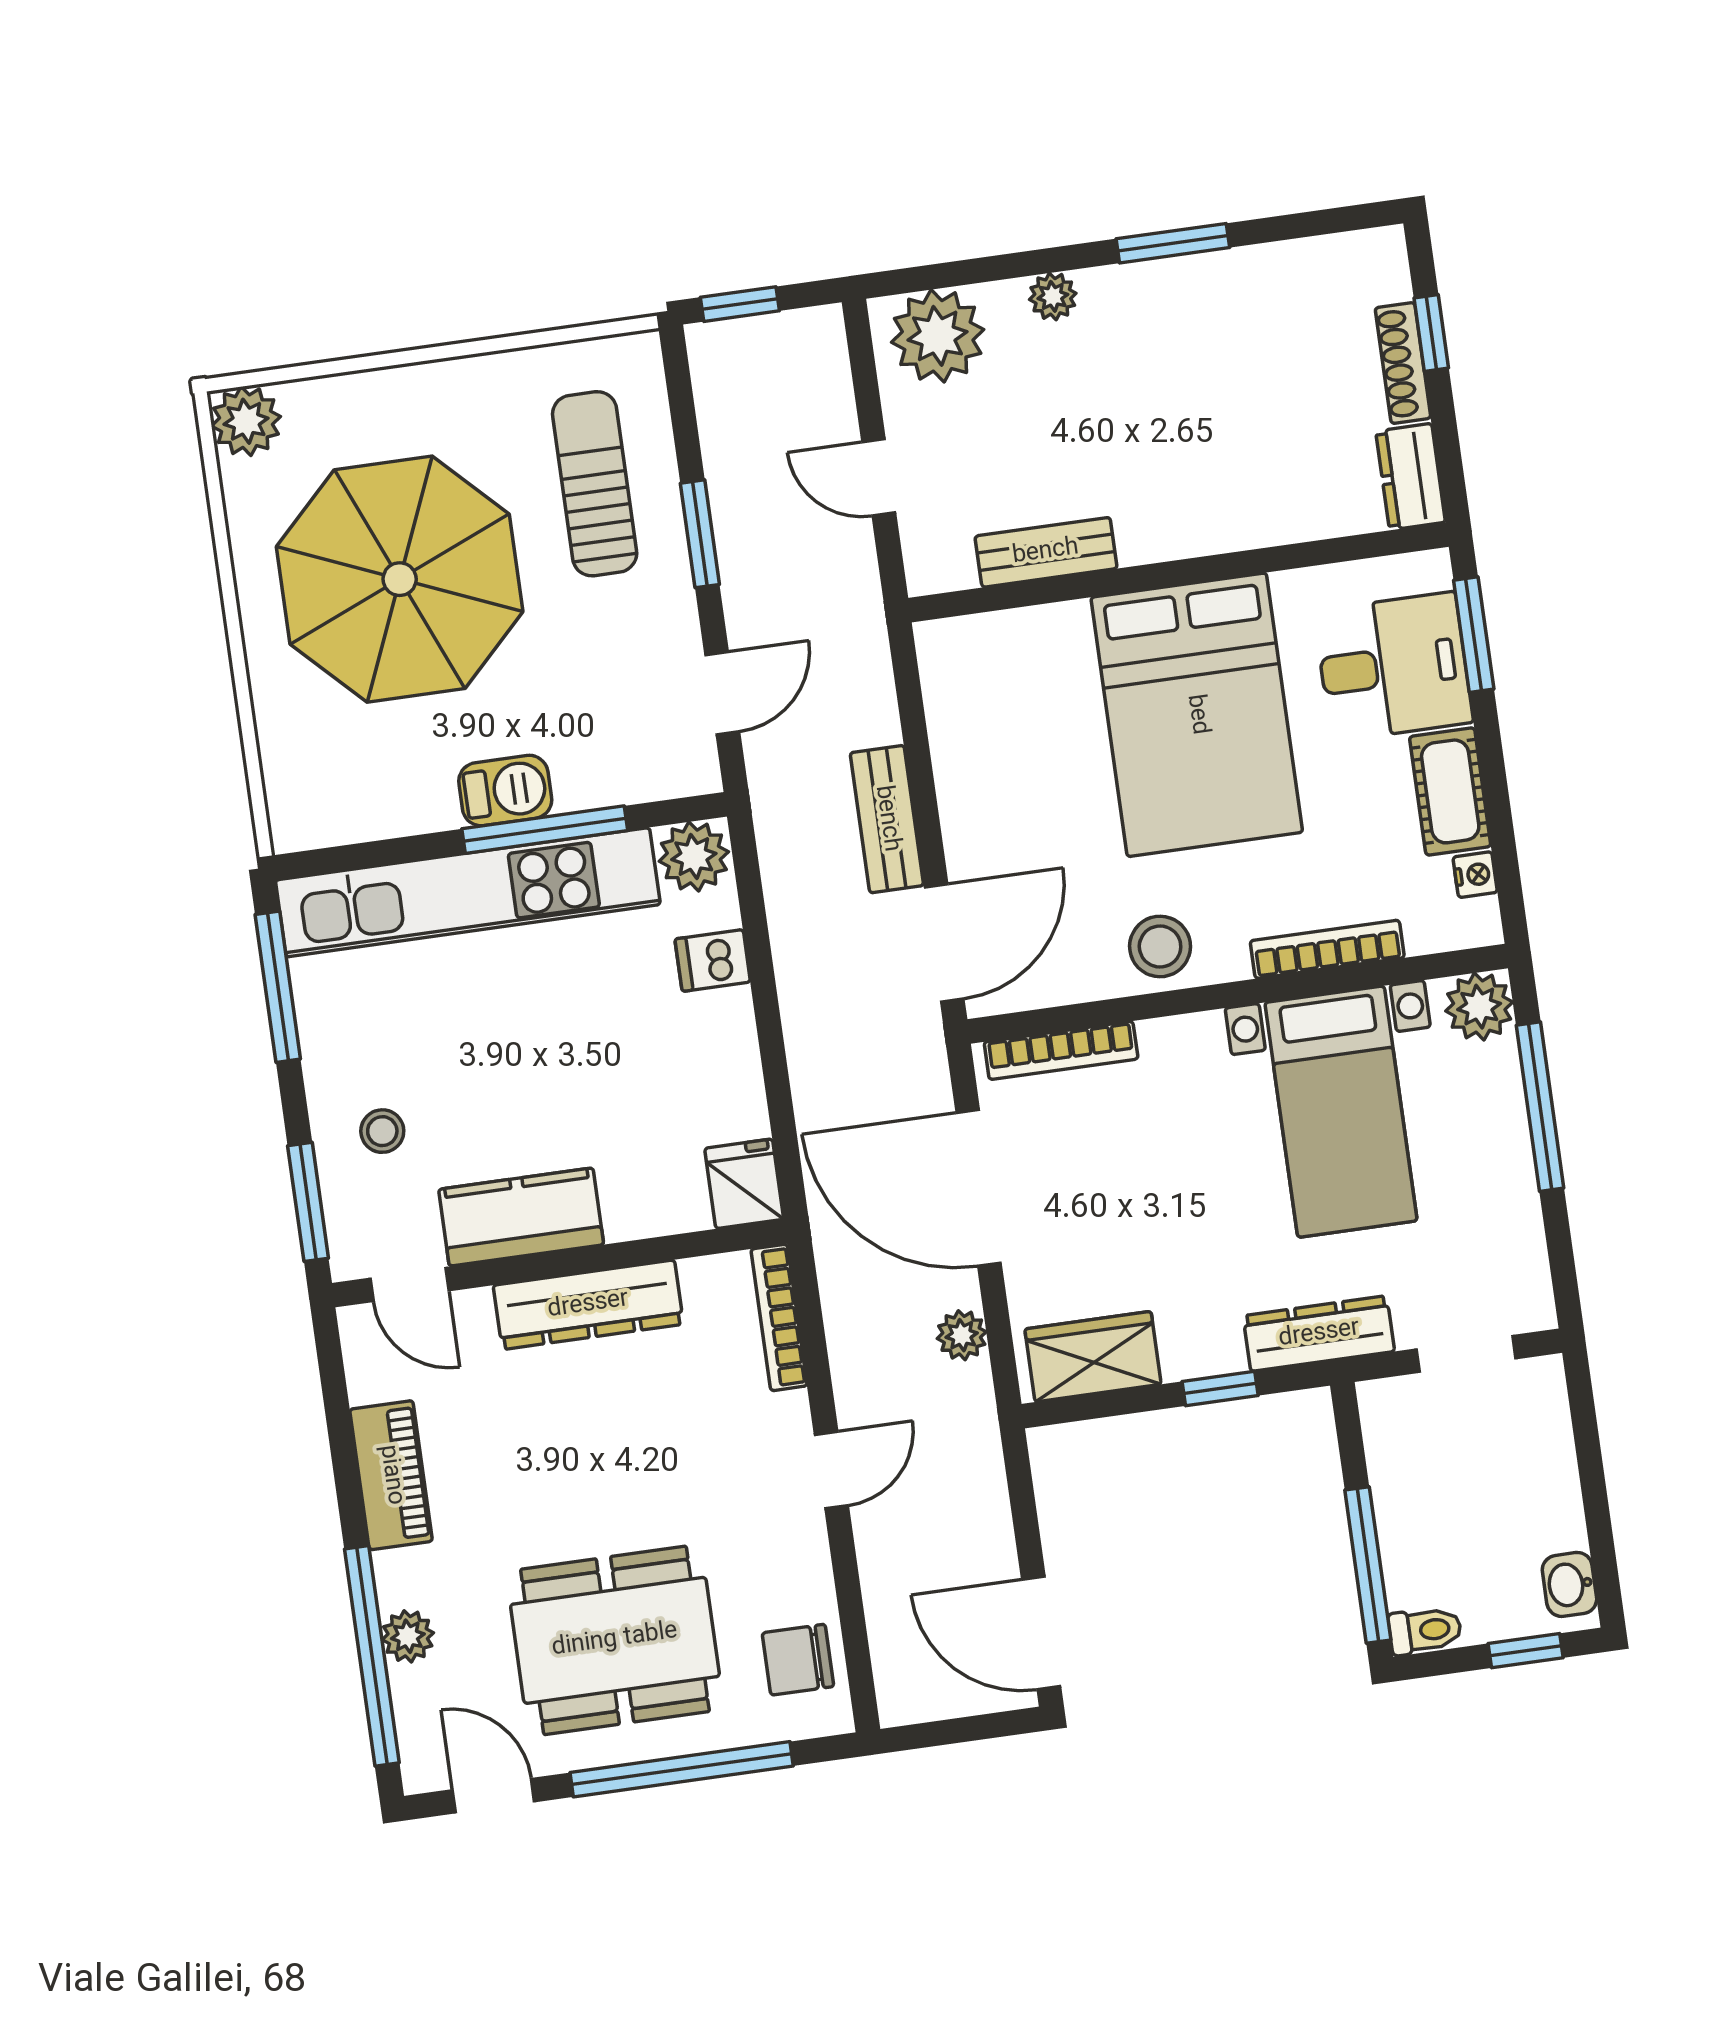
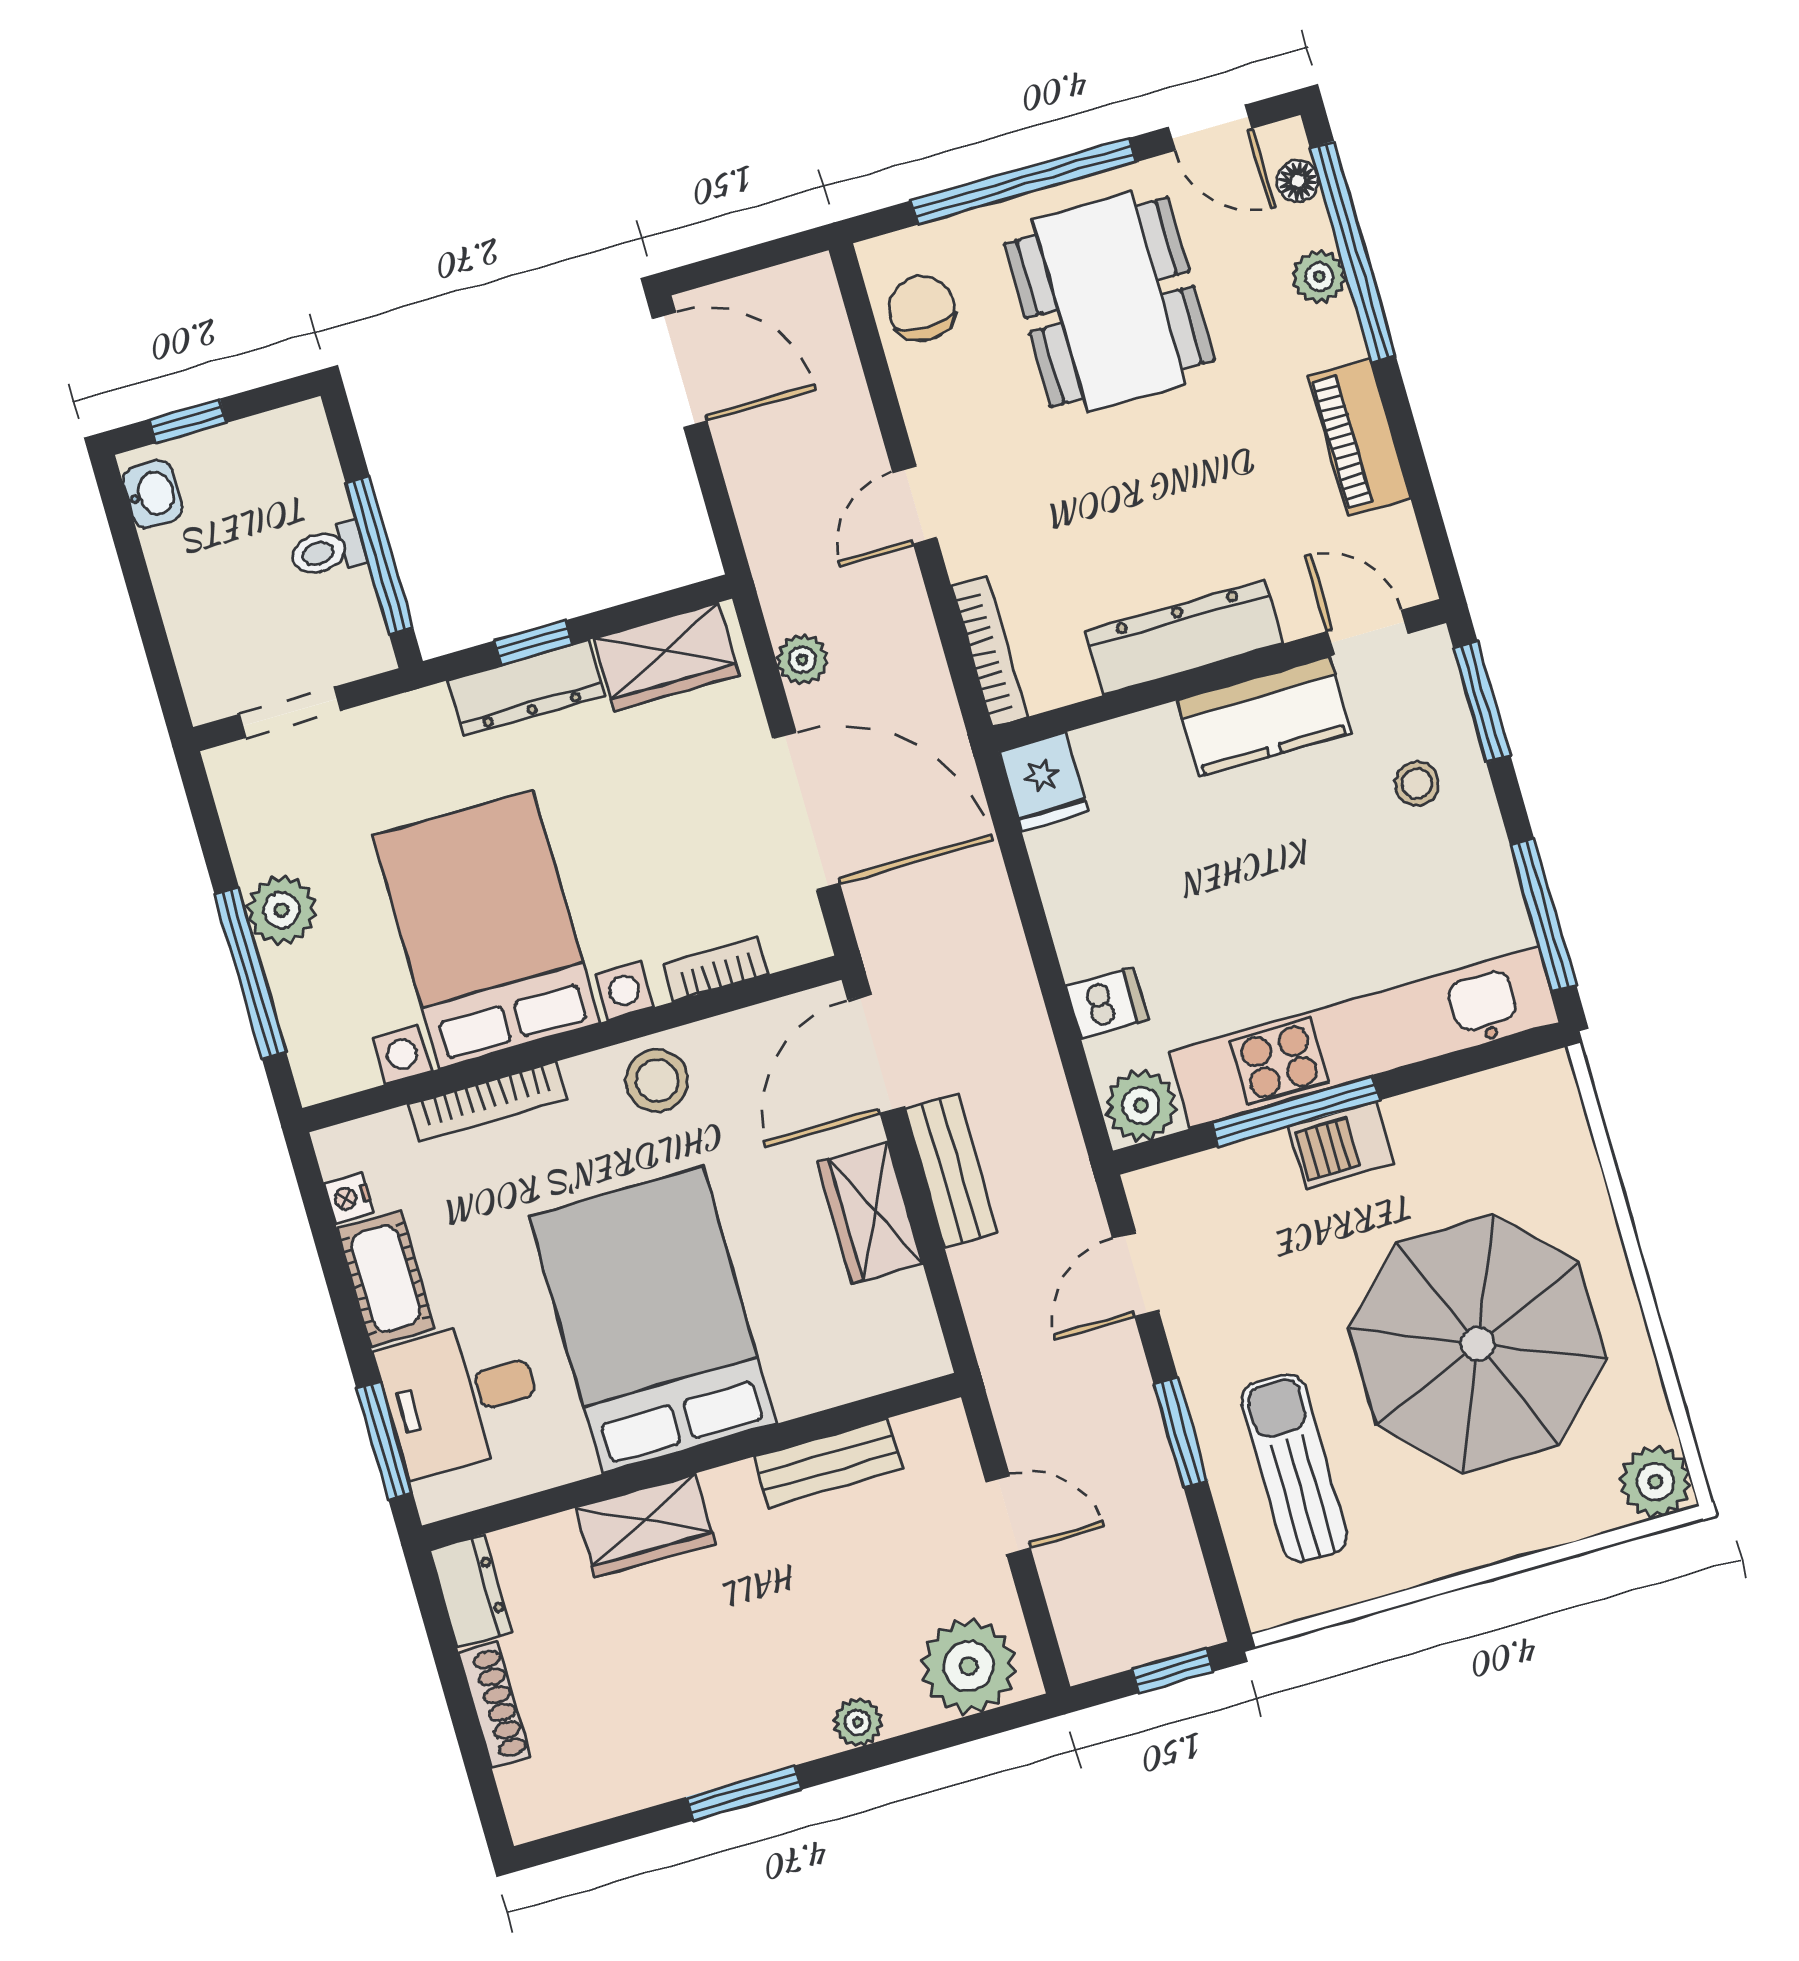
window: (1431, 333) -> (470, 1739), removed
sun lounger: (595, 484) -> (1294, 1468), turned 180
wardrobe: (1232, 517) -> (645, 1525), added
wardrobe: (971, 789) -> (870, 1213), added
plant: (1479, 1007) -> (281, 910), moved
bookcase: (1061, 1050) -> (716, 969), width x0.64
bed with nightstands: (1341, 1112) -> (486, 929), width x1.36
dresser: (1319, 1334) -> (526, 688), moved
window: (1368, 1565) -> (379, 555), moved
toilet: (1425, 1631) -> (328, 551), moved
dining table: (615, 1640) -> (1109, 302), turned 90
chair: (798, 1660) -> (922, 308), turned -90
floor lamp: (415, 1732) -> (1298, 181), added

